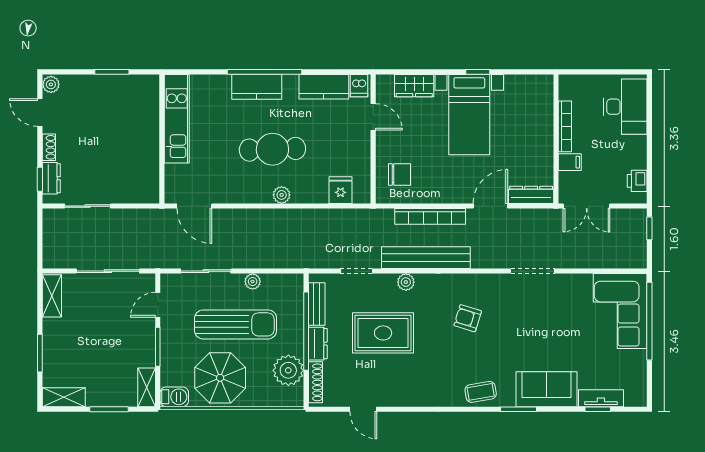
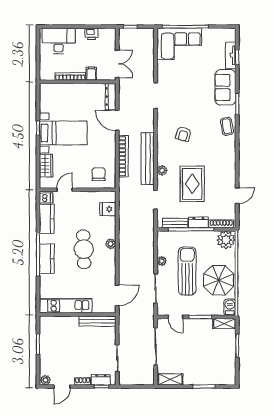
bench: (151, 173) -> (97, 321), added
printer: (637, 181) -> (91, 34), moved
plant: (288, 370) -> (226, 240), moved
shelving: (64, 397) -> (230, 373), removed

